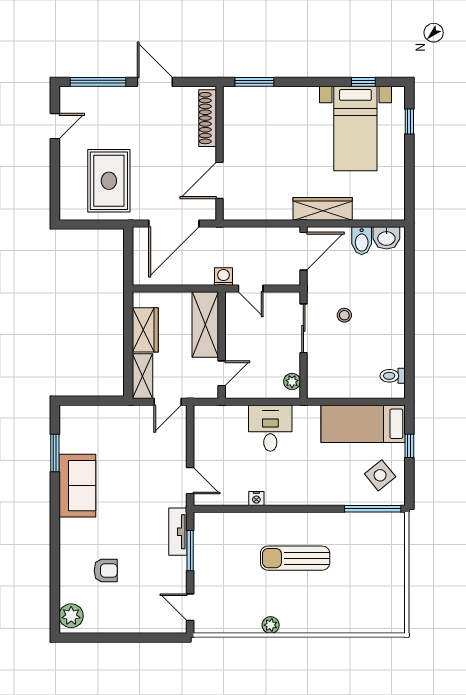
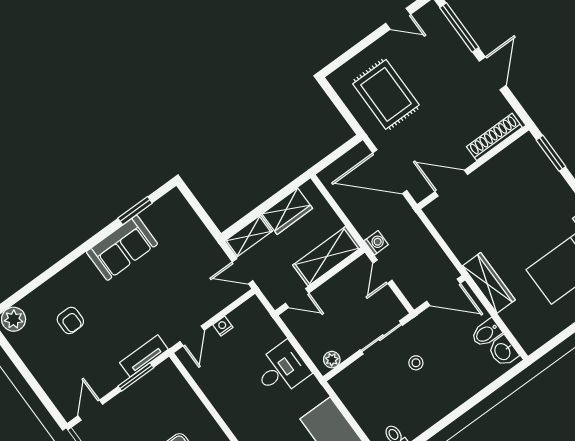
rug: (109, 181) -> (386, 94), turned 90
nightstand: (256, 498) -> (223, 326), moved, turned 90

